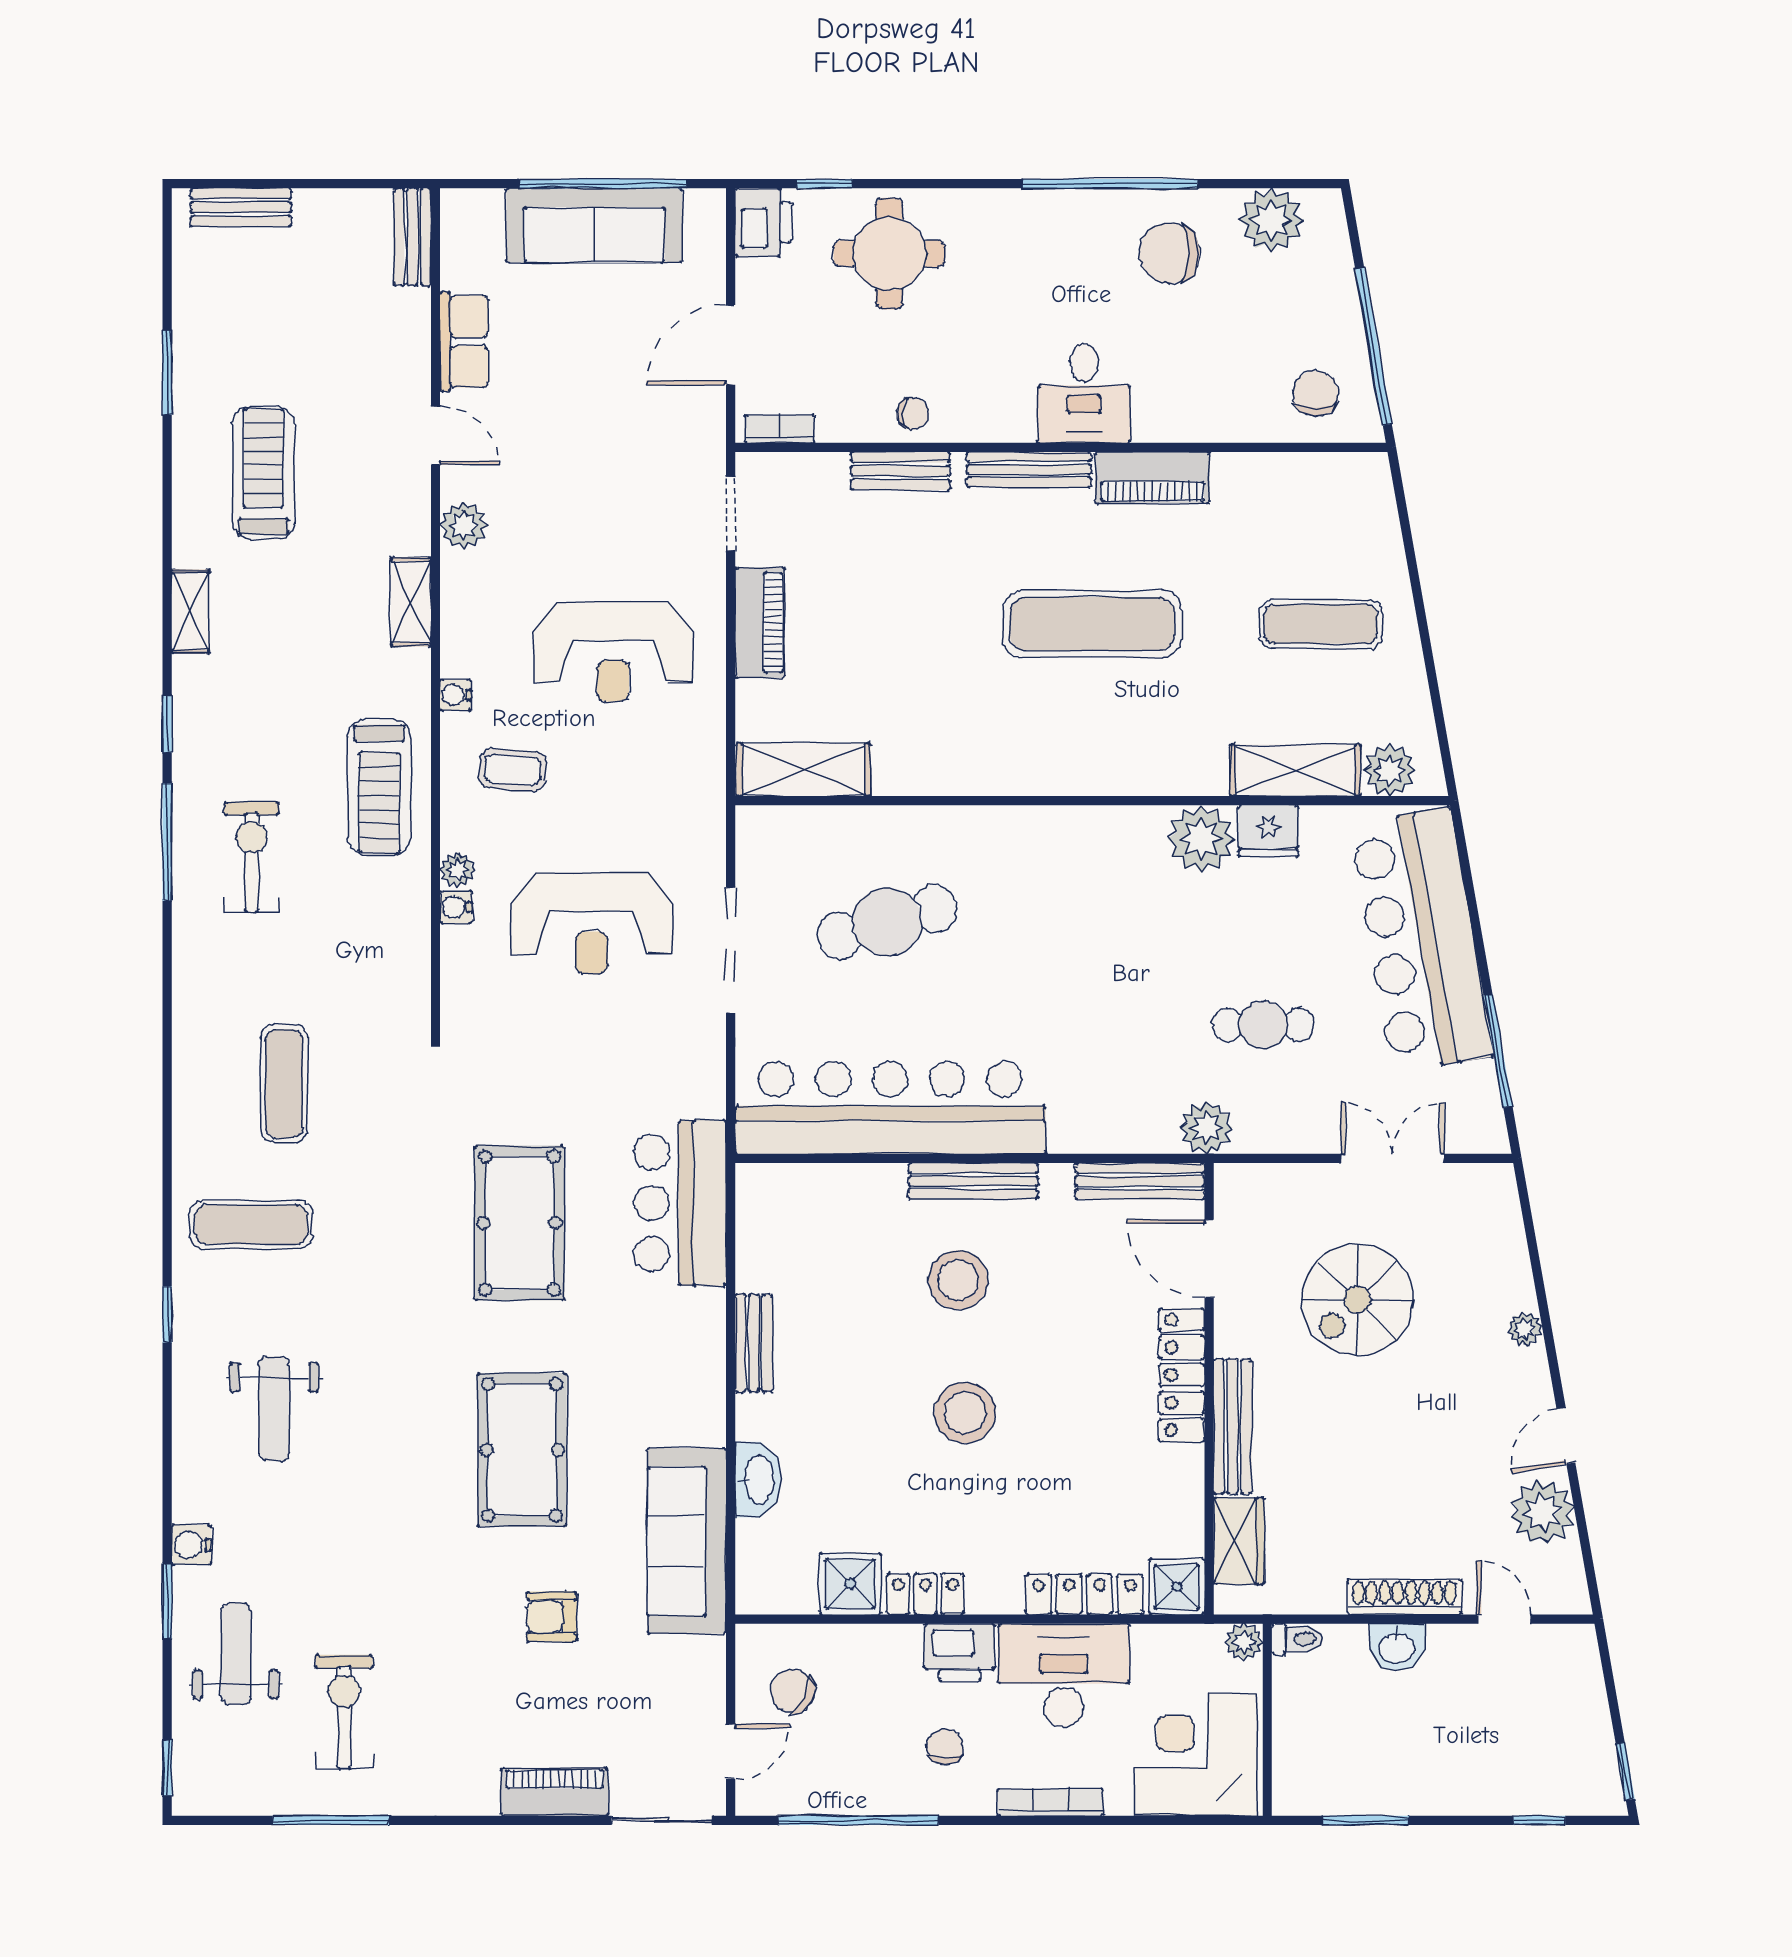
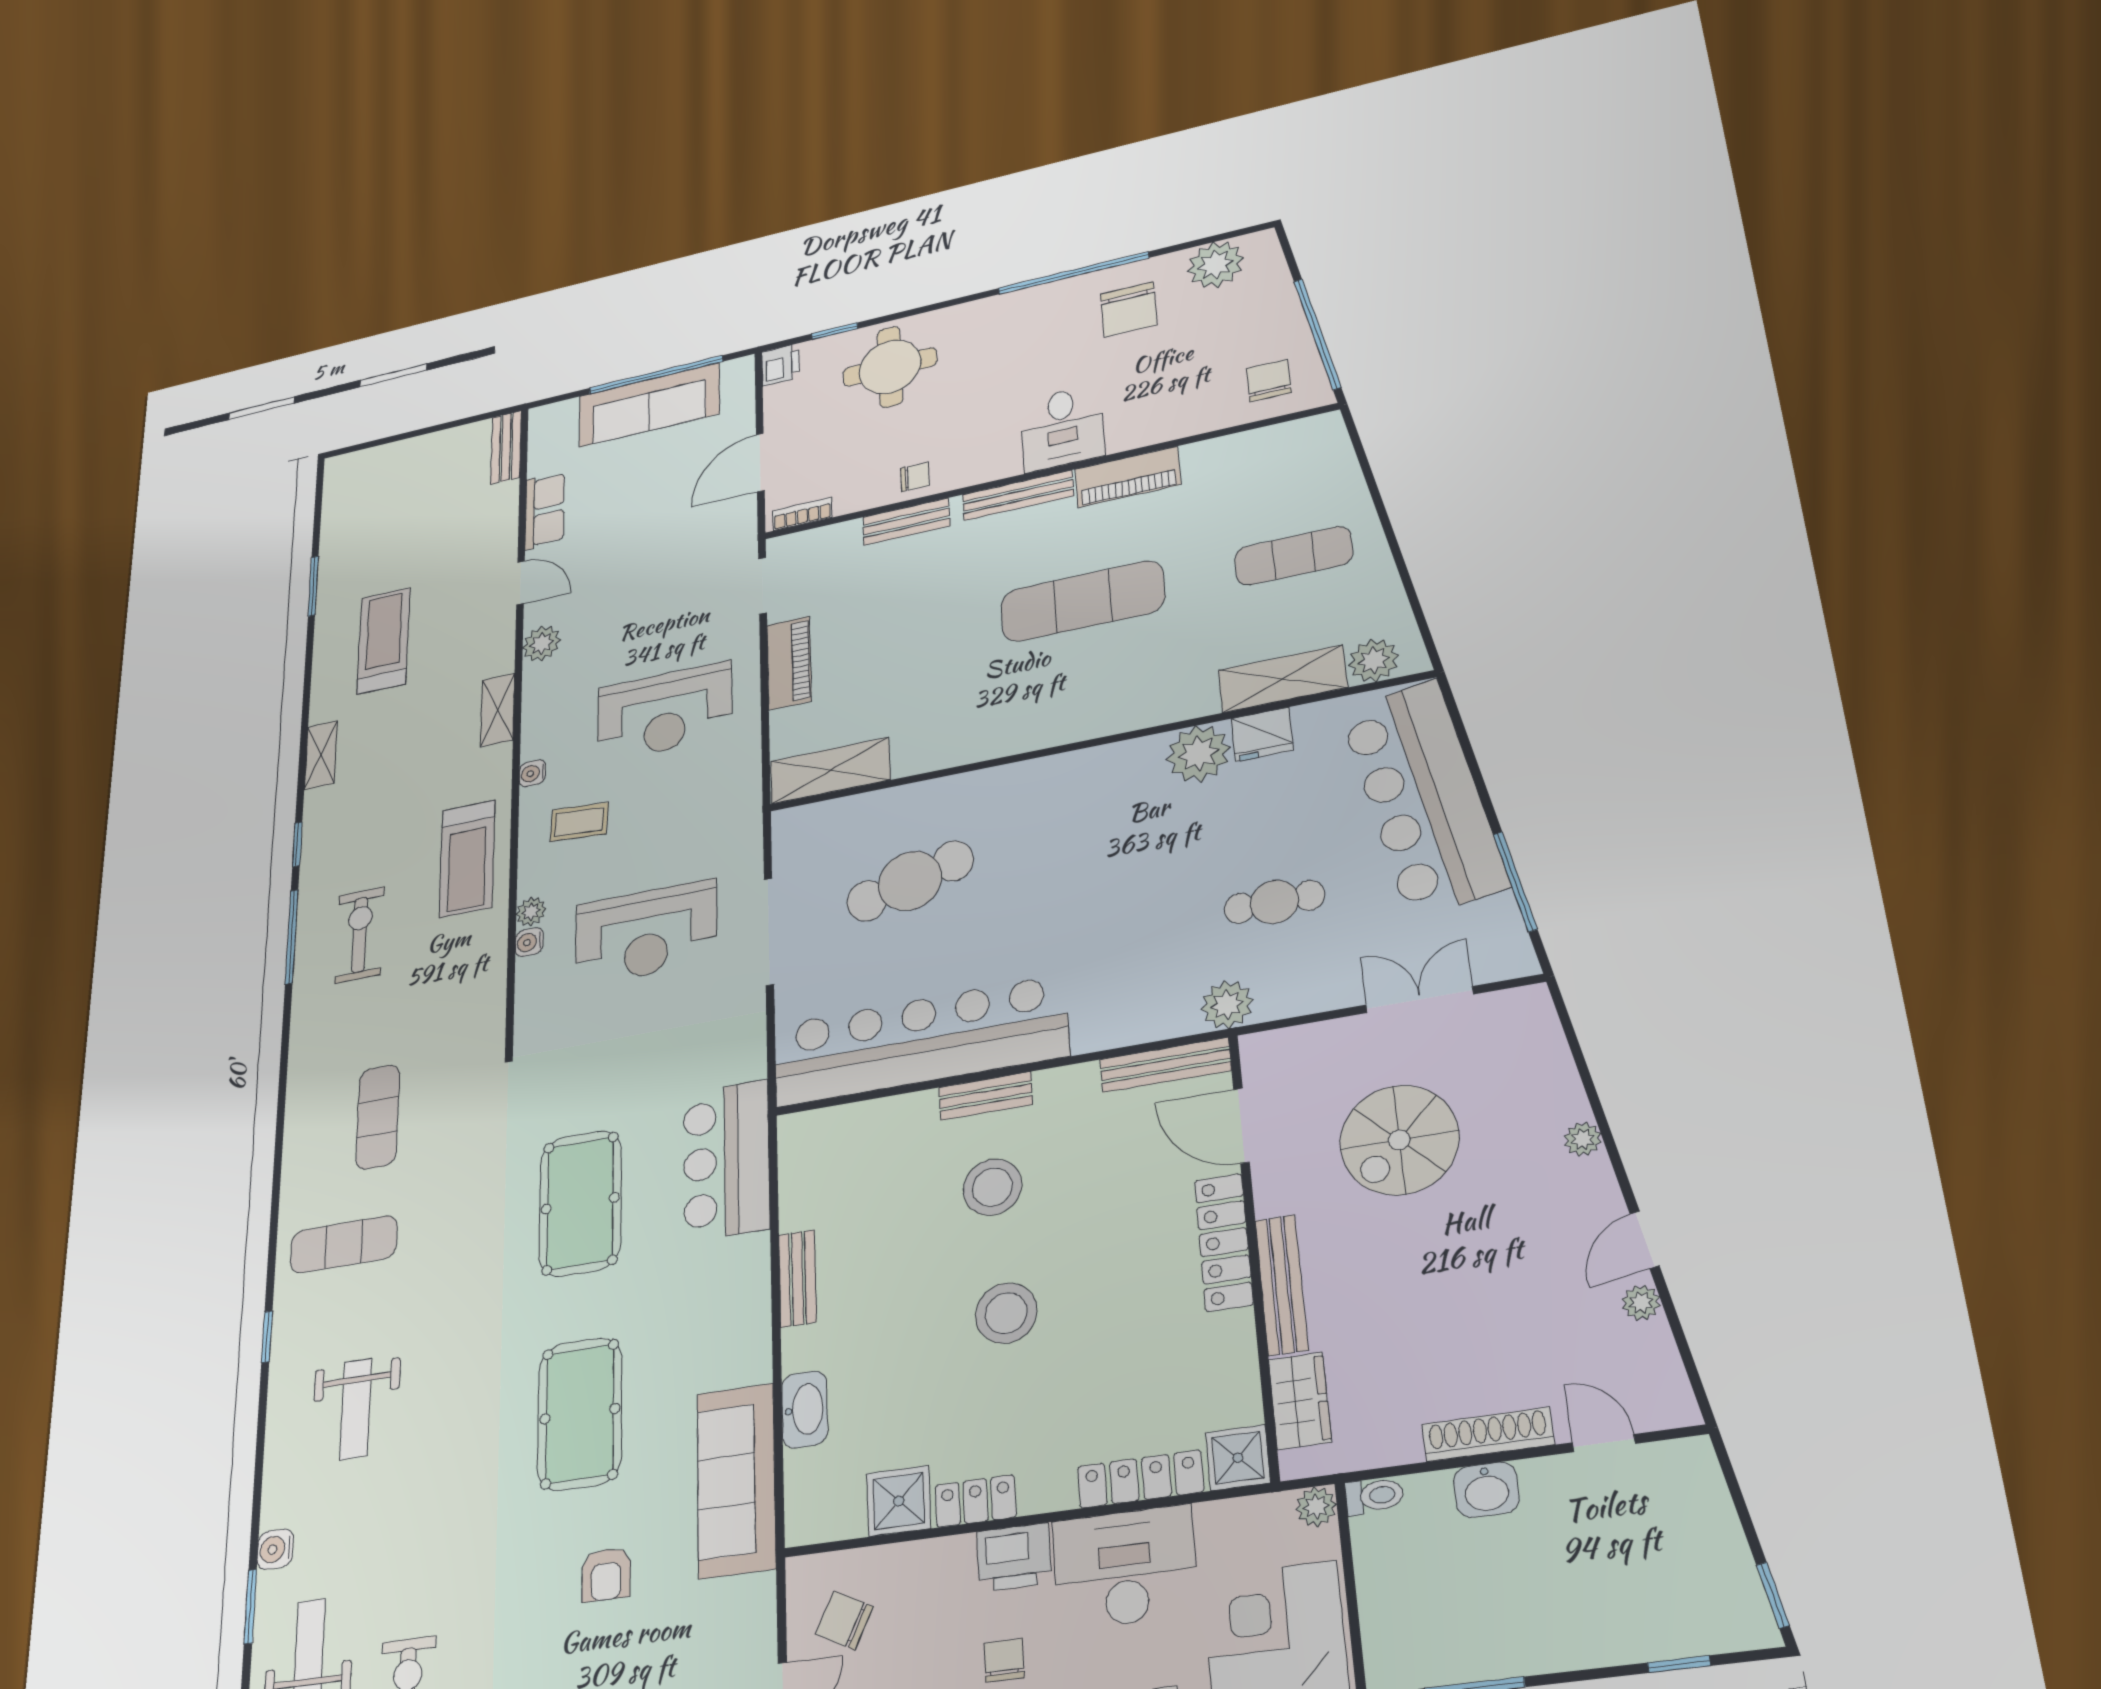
bench: (241, 207) -> (376, 459), removed
printer: (763, 222) -> (781, 365), width x0.73, depth x0.81
chair: (1170, 253) -> (1129, 309), turned -90
bench: (973, 1181) -> (986, 1096), width x0.73
plant: (1542, 1512) -> (1641, 1303), width x0.53, depth x0.53
armchair: (552, 1617) -> (606, 1574), turned -90

